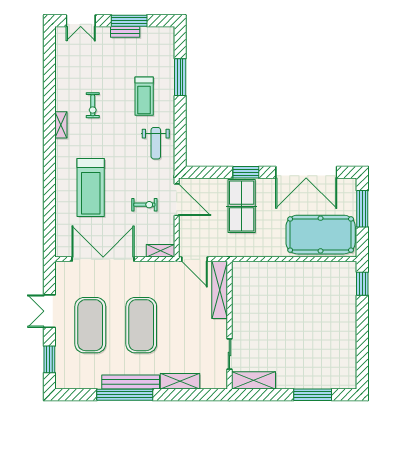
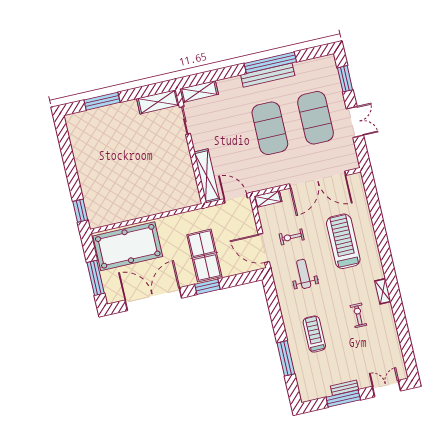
weight bench: (156, 143) -> (304, 274), moved
shelving: (180, 381) -> (199, 91), moved

